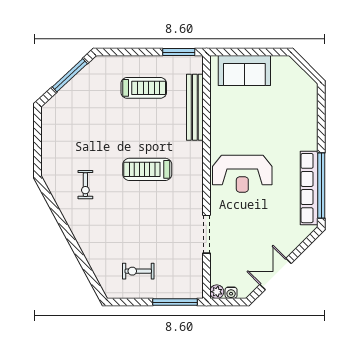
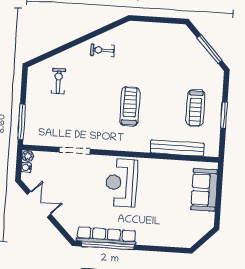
window: (179, 52) -> (224, 115), moved
exercise bike: (85, 185) -> (102, 50), moved
exercise bike: (138, 271) -> (58, 81), moved

